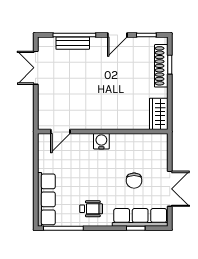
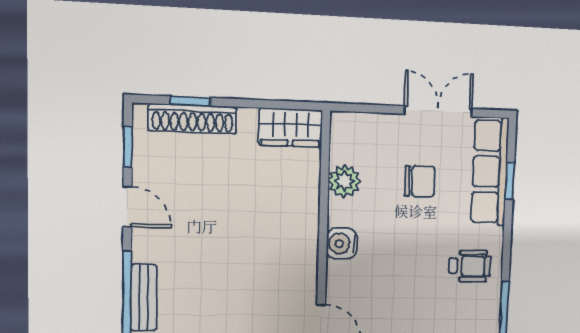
plant: (133, 142) -> (344, 181), added
wheelchair: (91, 209) -> (470, 266), turned 90

